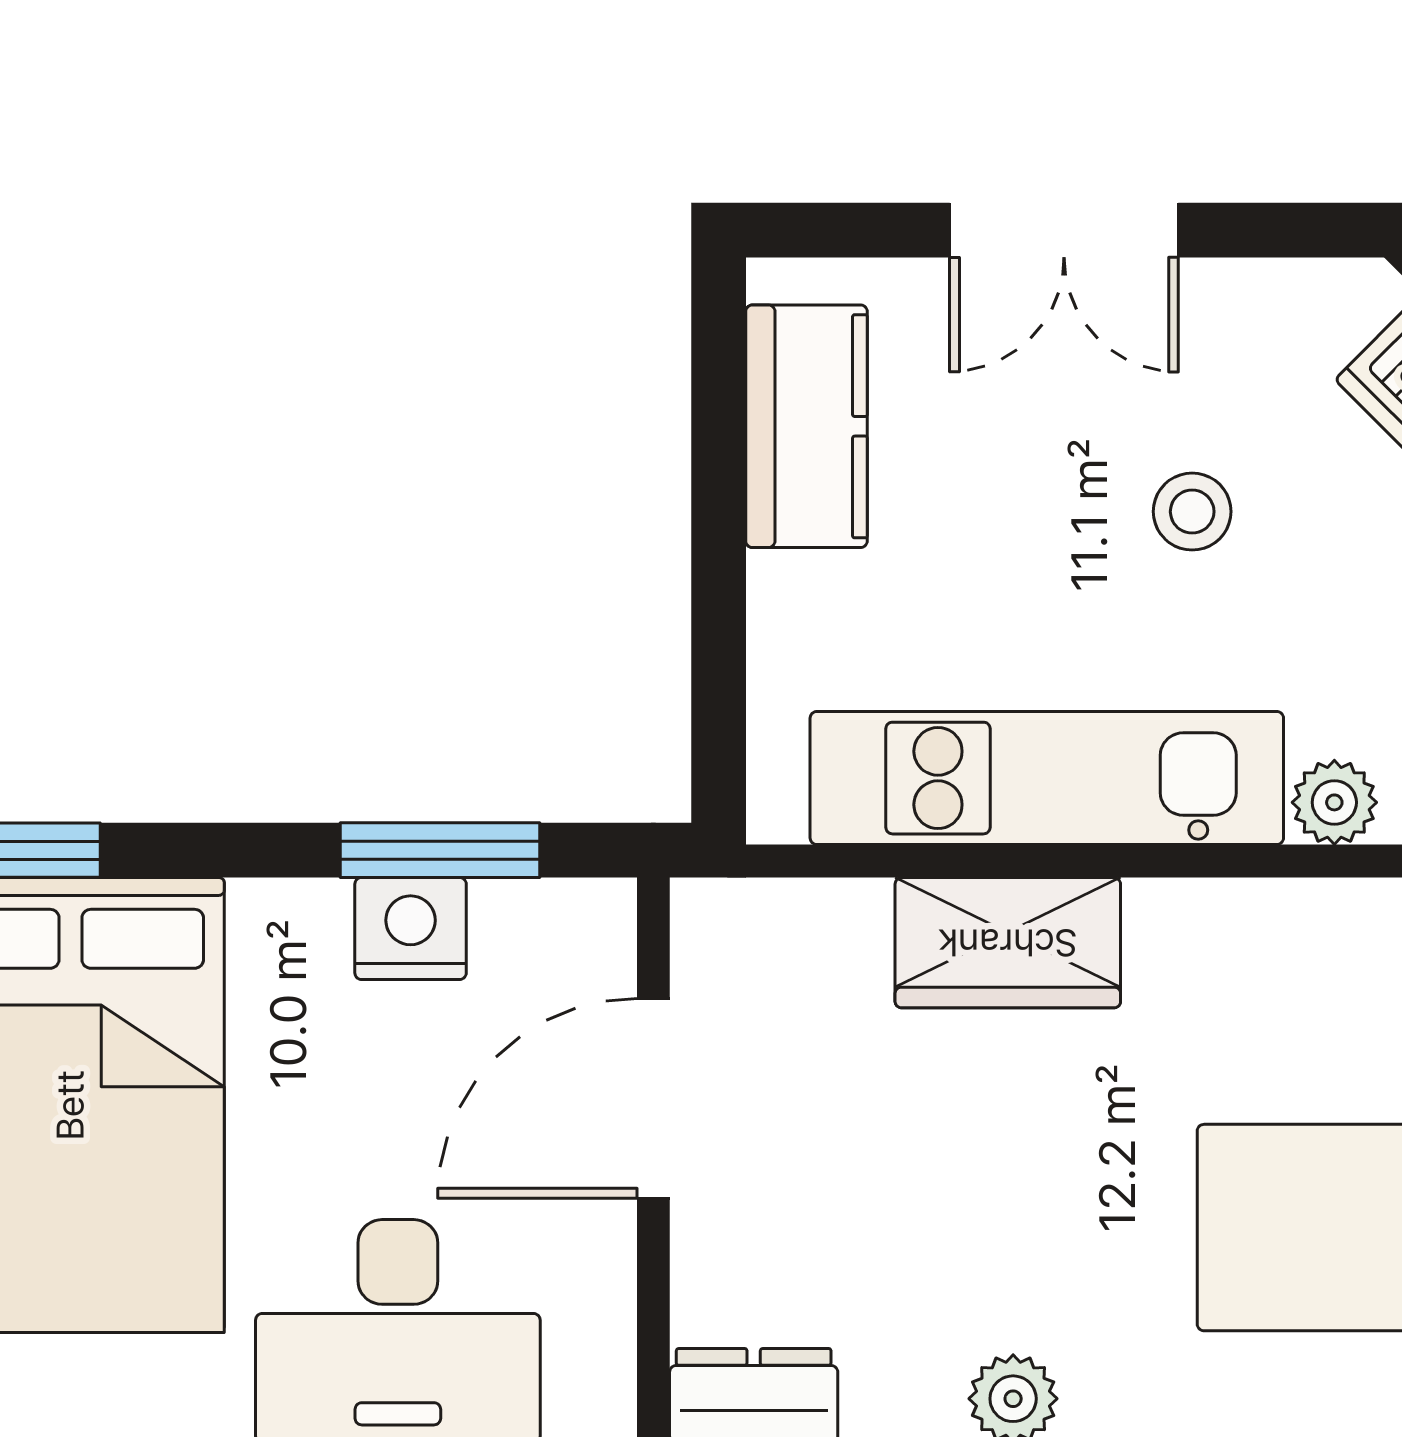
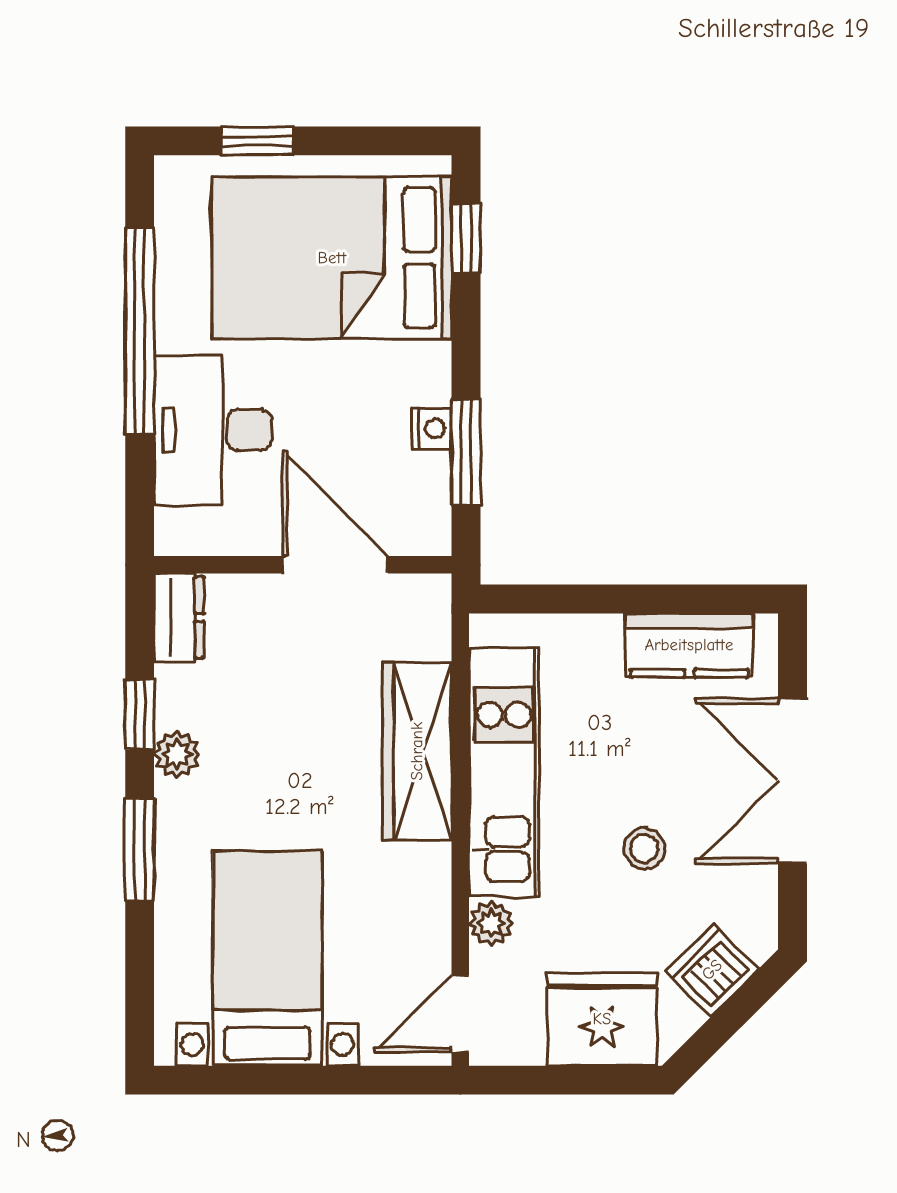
double door: (1064, 230) -> (793, 781), width x1.37
nightstand: (411, 928) -> (432, 429), width x0.72, depth x0.74
wardrobe: (1008, 943) -> (417, 751), width x1.50

